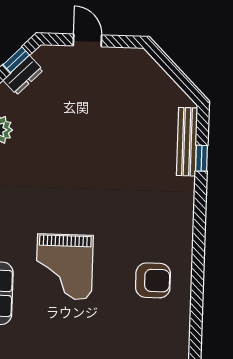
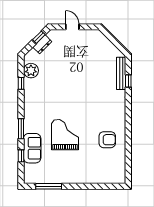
grand piano: (64, 267) -> (65, 135), turned 180

